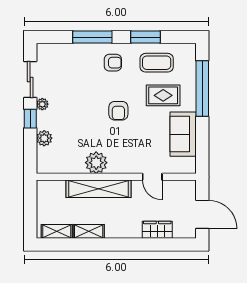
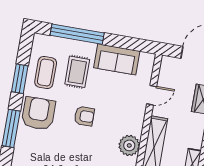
armchair: (113, 63) -> (38, 114), width x1.88, depth x1.88

